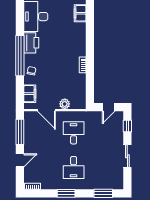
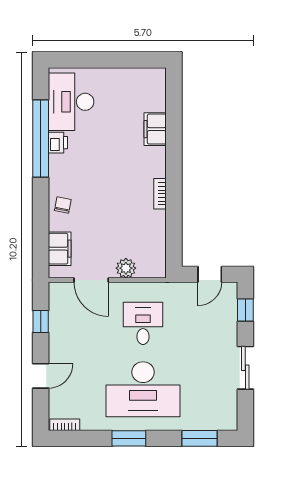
filing cabinet: (80, 13) -> (155, 129), moved
printer: (31, 43) -> (58, 143), width x0.53, depth x0.68
window: (20, 56) -> (41, 138), moved
window: (20, 132) -> (41, 322), width x0.46
desk: (74, 168) -> (143, 389), width x1.87, depth x1.30

